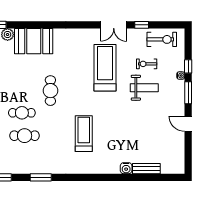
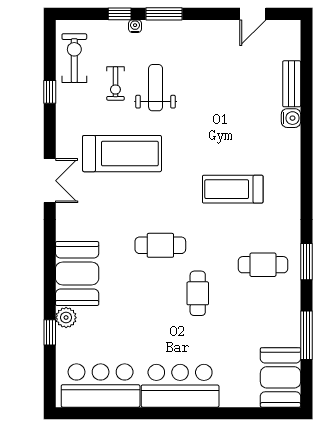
double door: (114, 25) -> (50, 181), moved
treadmill: (105, 68) -> (122, 154), turned 180
door: (188, 124) -> (253, 14), moved
cafe table: (25, 136) -> (263, 265), moved, turned 90

